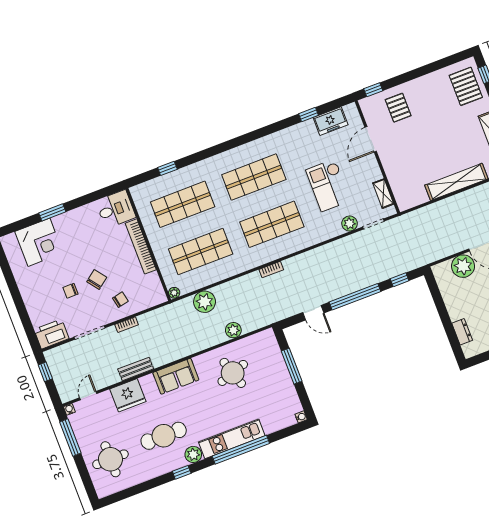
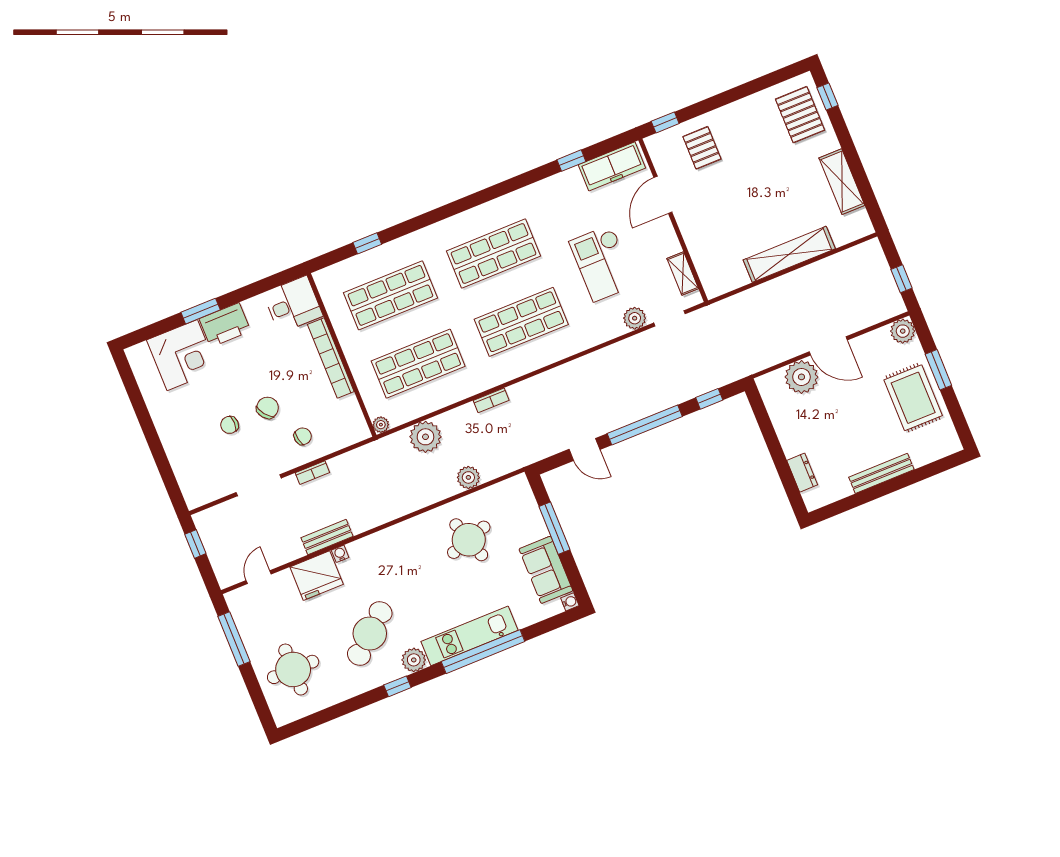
freezer: (331, 121) -> (612, 166), width x1.40
bookcase: (271, 270) -> (491, 400), moved
printer: (51, 334) -> (225, 325), moved, turned 180
sofa: (176, 376) -> (546, 570), moved, turned 90
water cooler: (69, 409) -> (340, 554), moved
cafe table: (164, 436) -> (370, 634), turned -41

